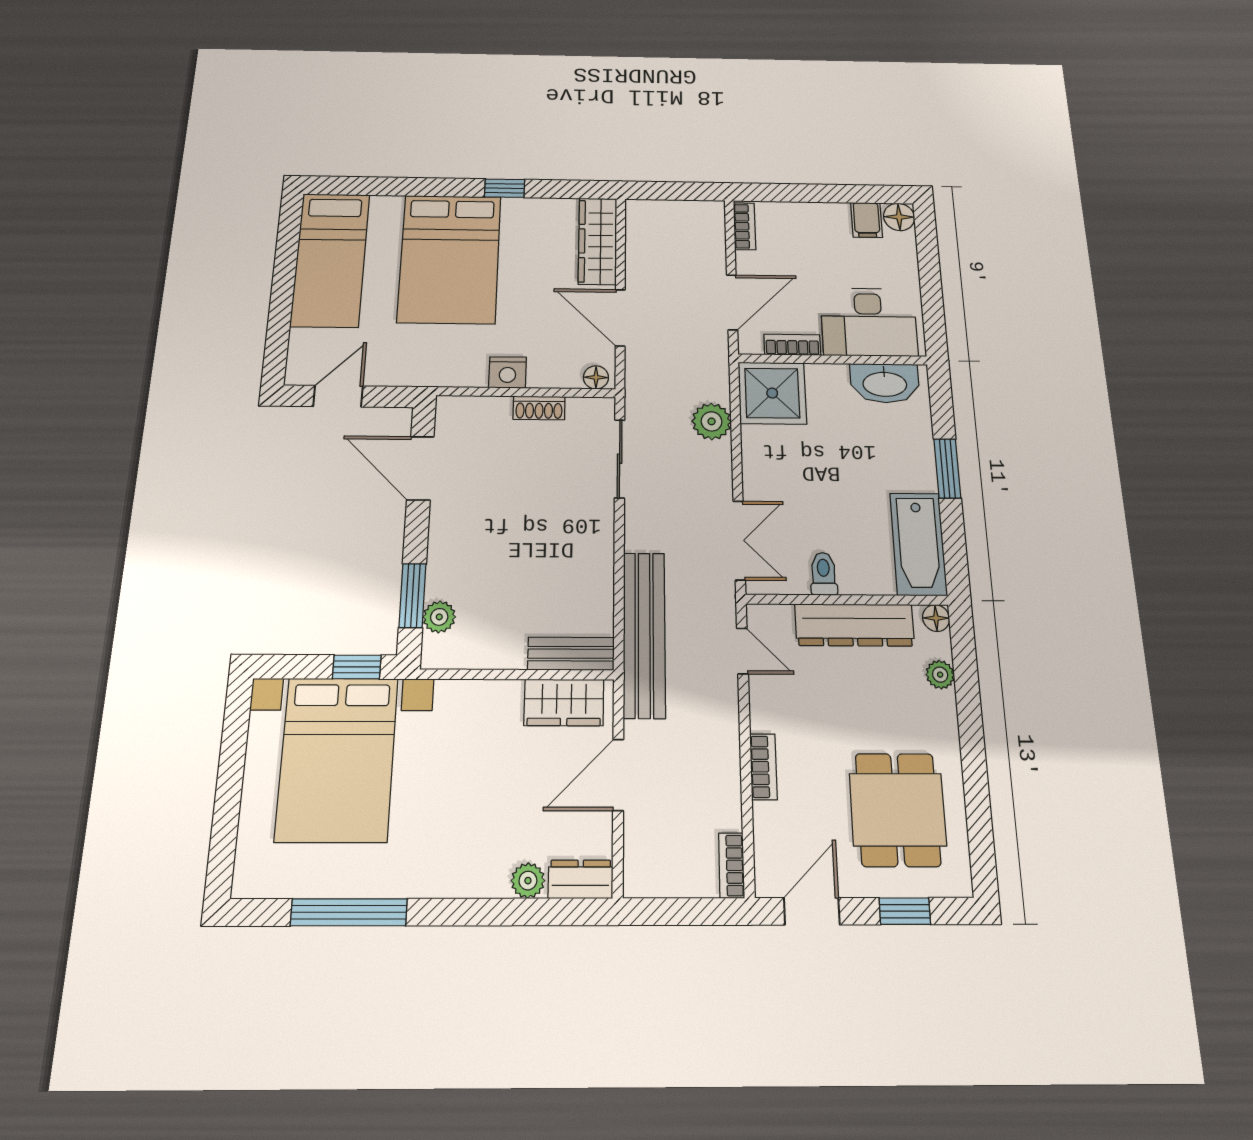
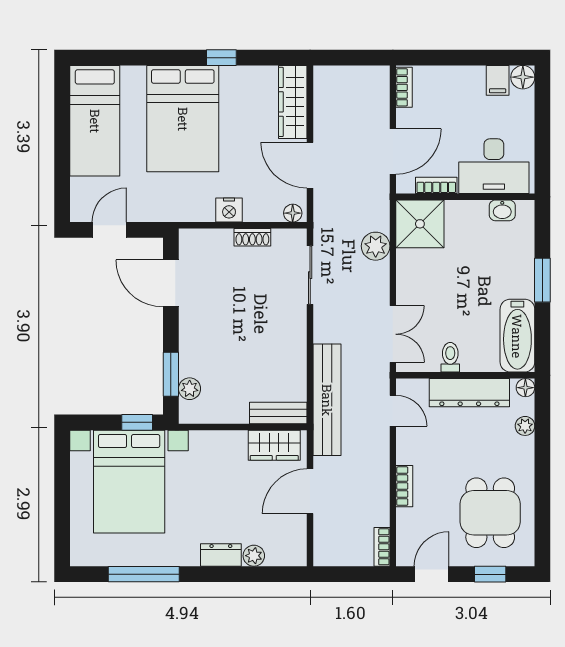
washbasin: (885, 383) -> (502, 210), width x0.52, depth x0.69
dresser: (581, 879) -> (221, 555), moved

